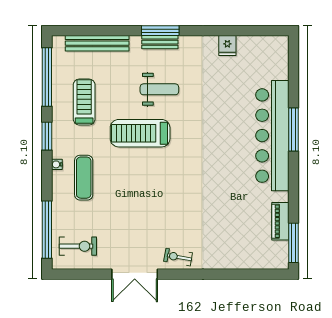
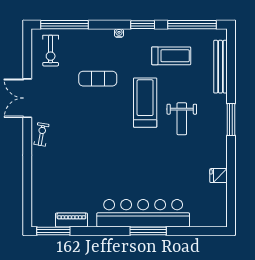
bench: (160, 42) -> (221, 119), removed
exercise mat: (84, 178) -> (98, 79), moved

